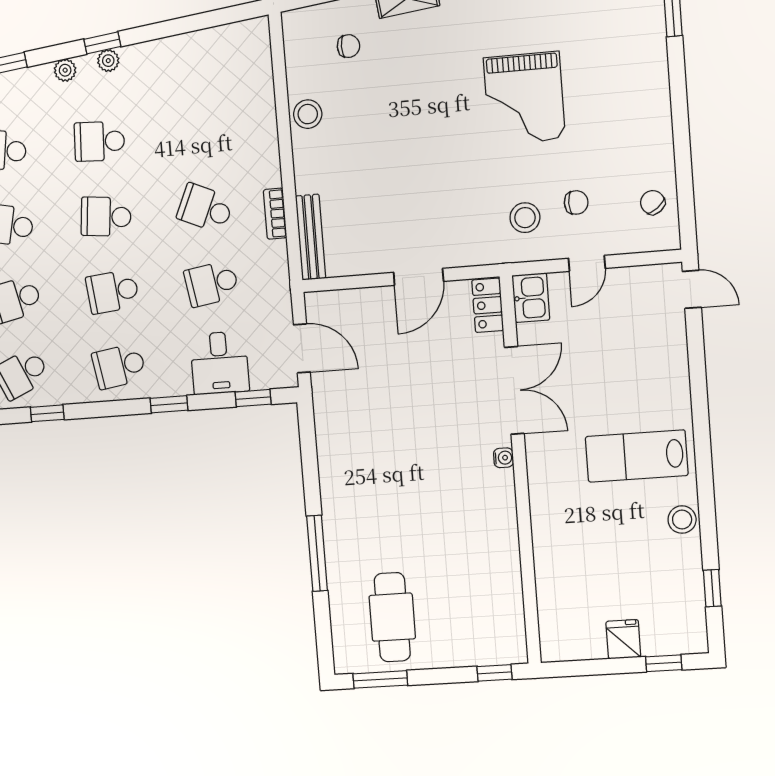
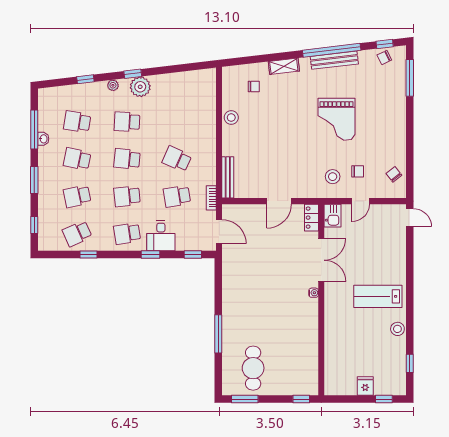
plant: (108, 61) -> (140, 87), width x1.88, depth x1.88
bookcase: (275, 214) -> (211, 198), moved
desk: (220, 363) -> (161, 236), moved

